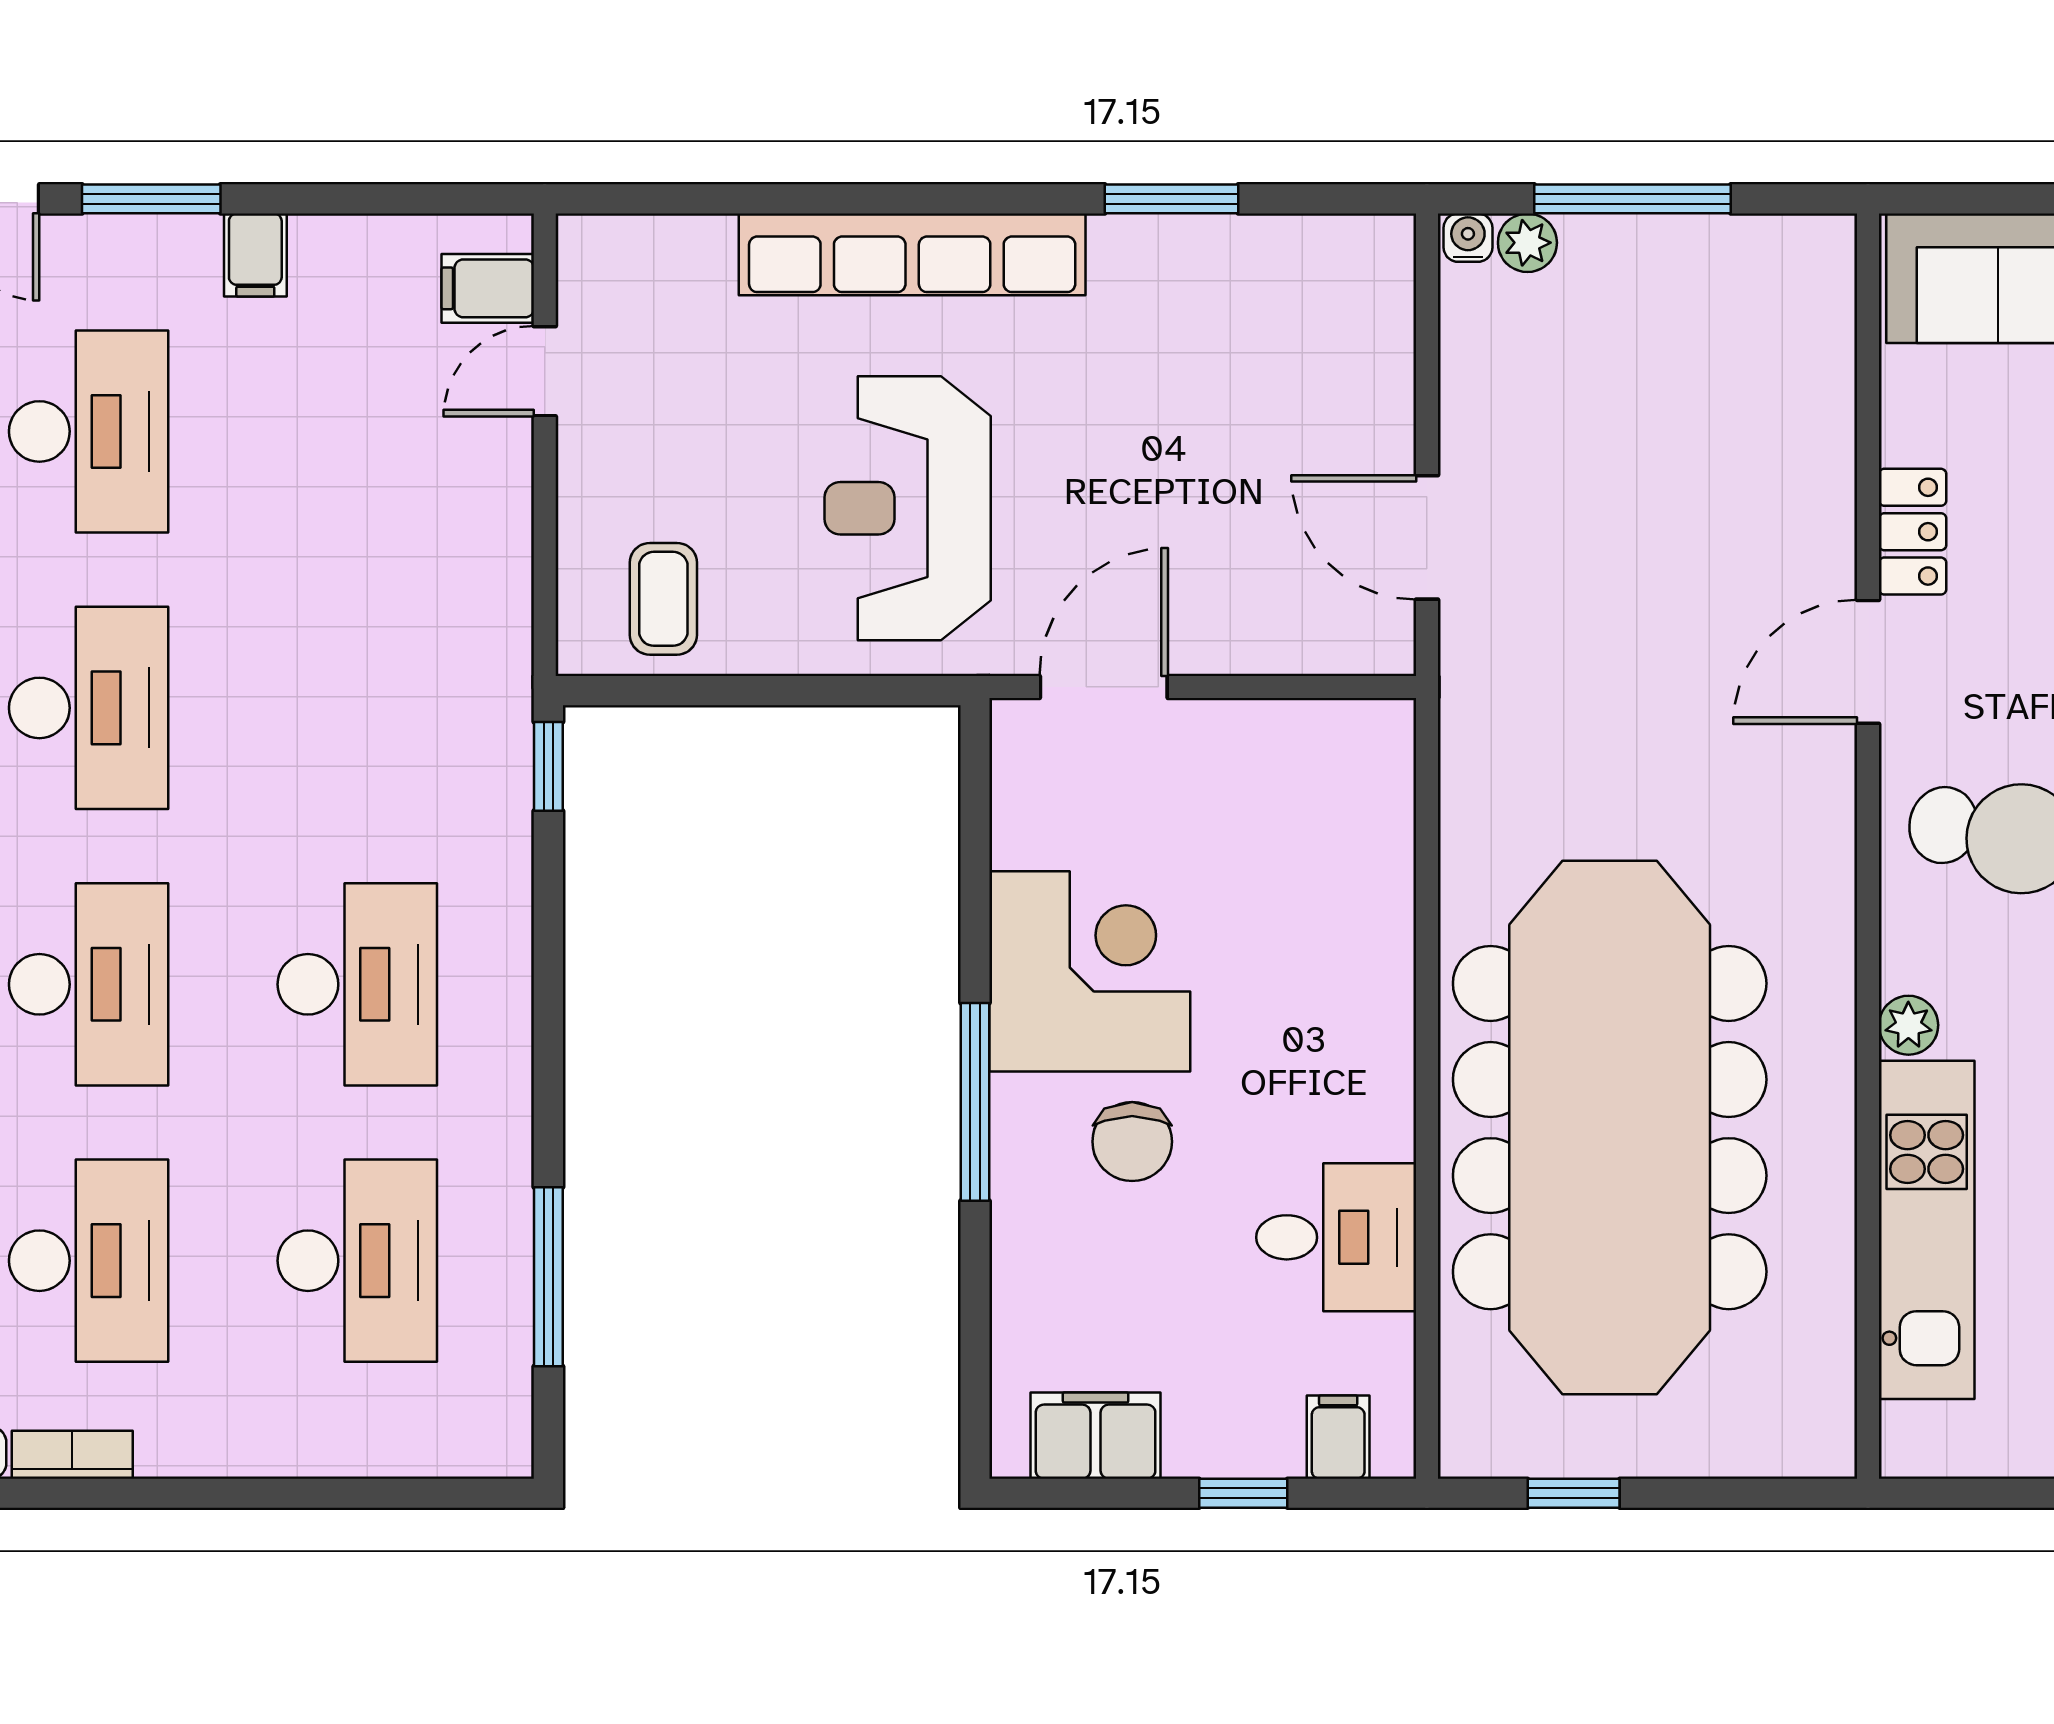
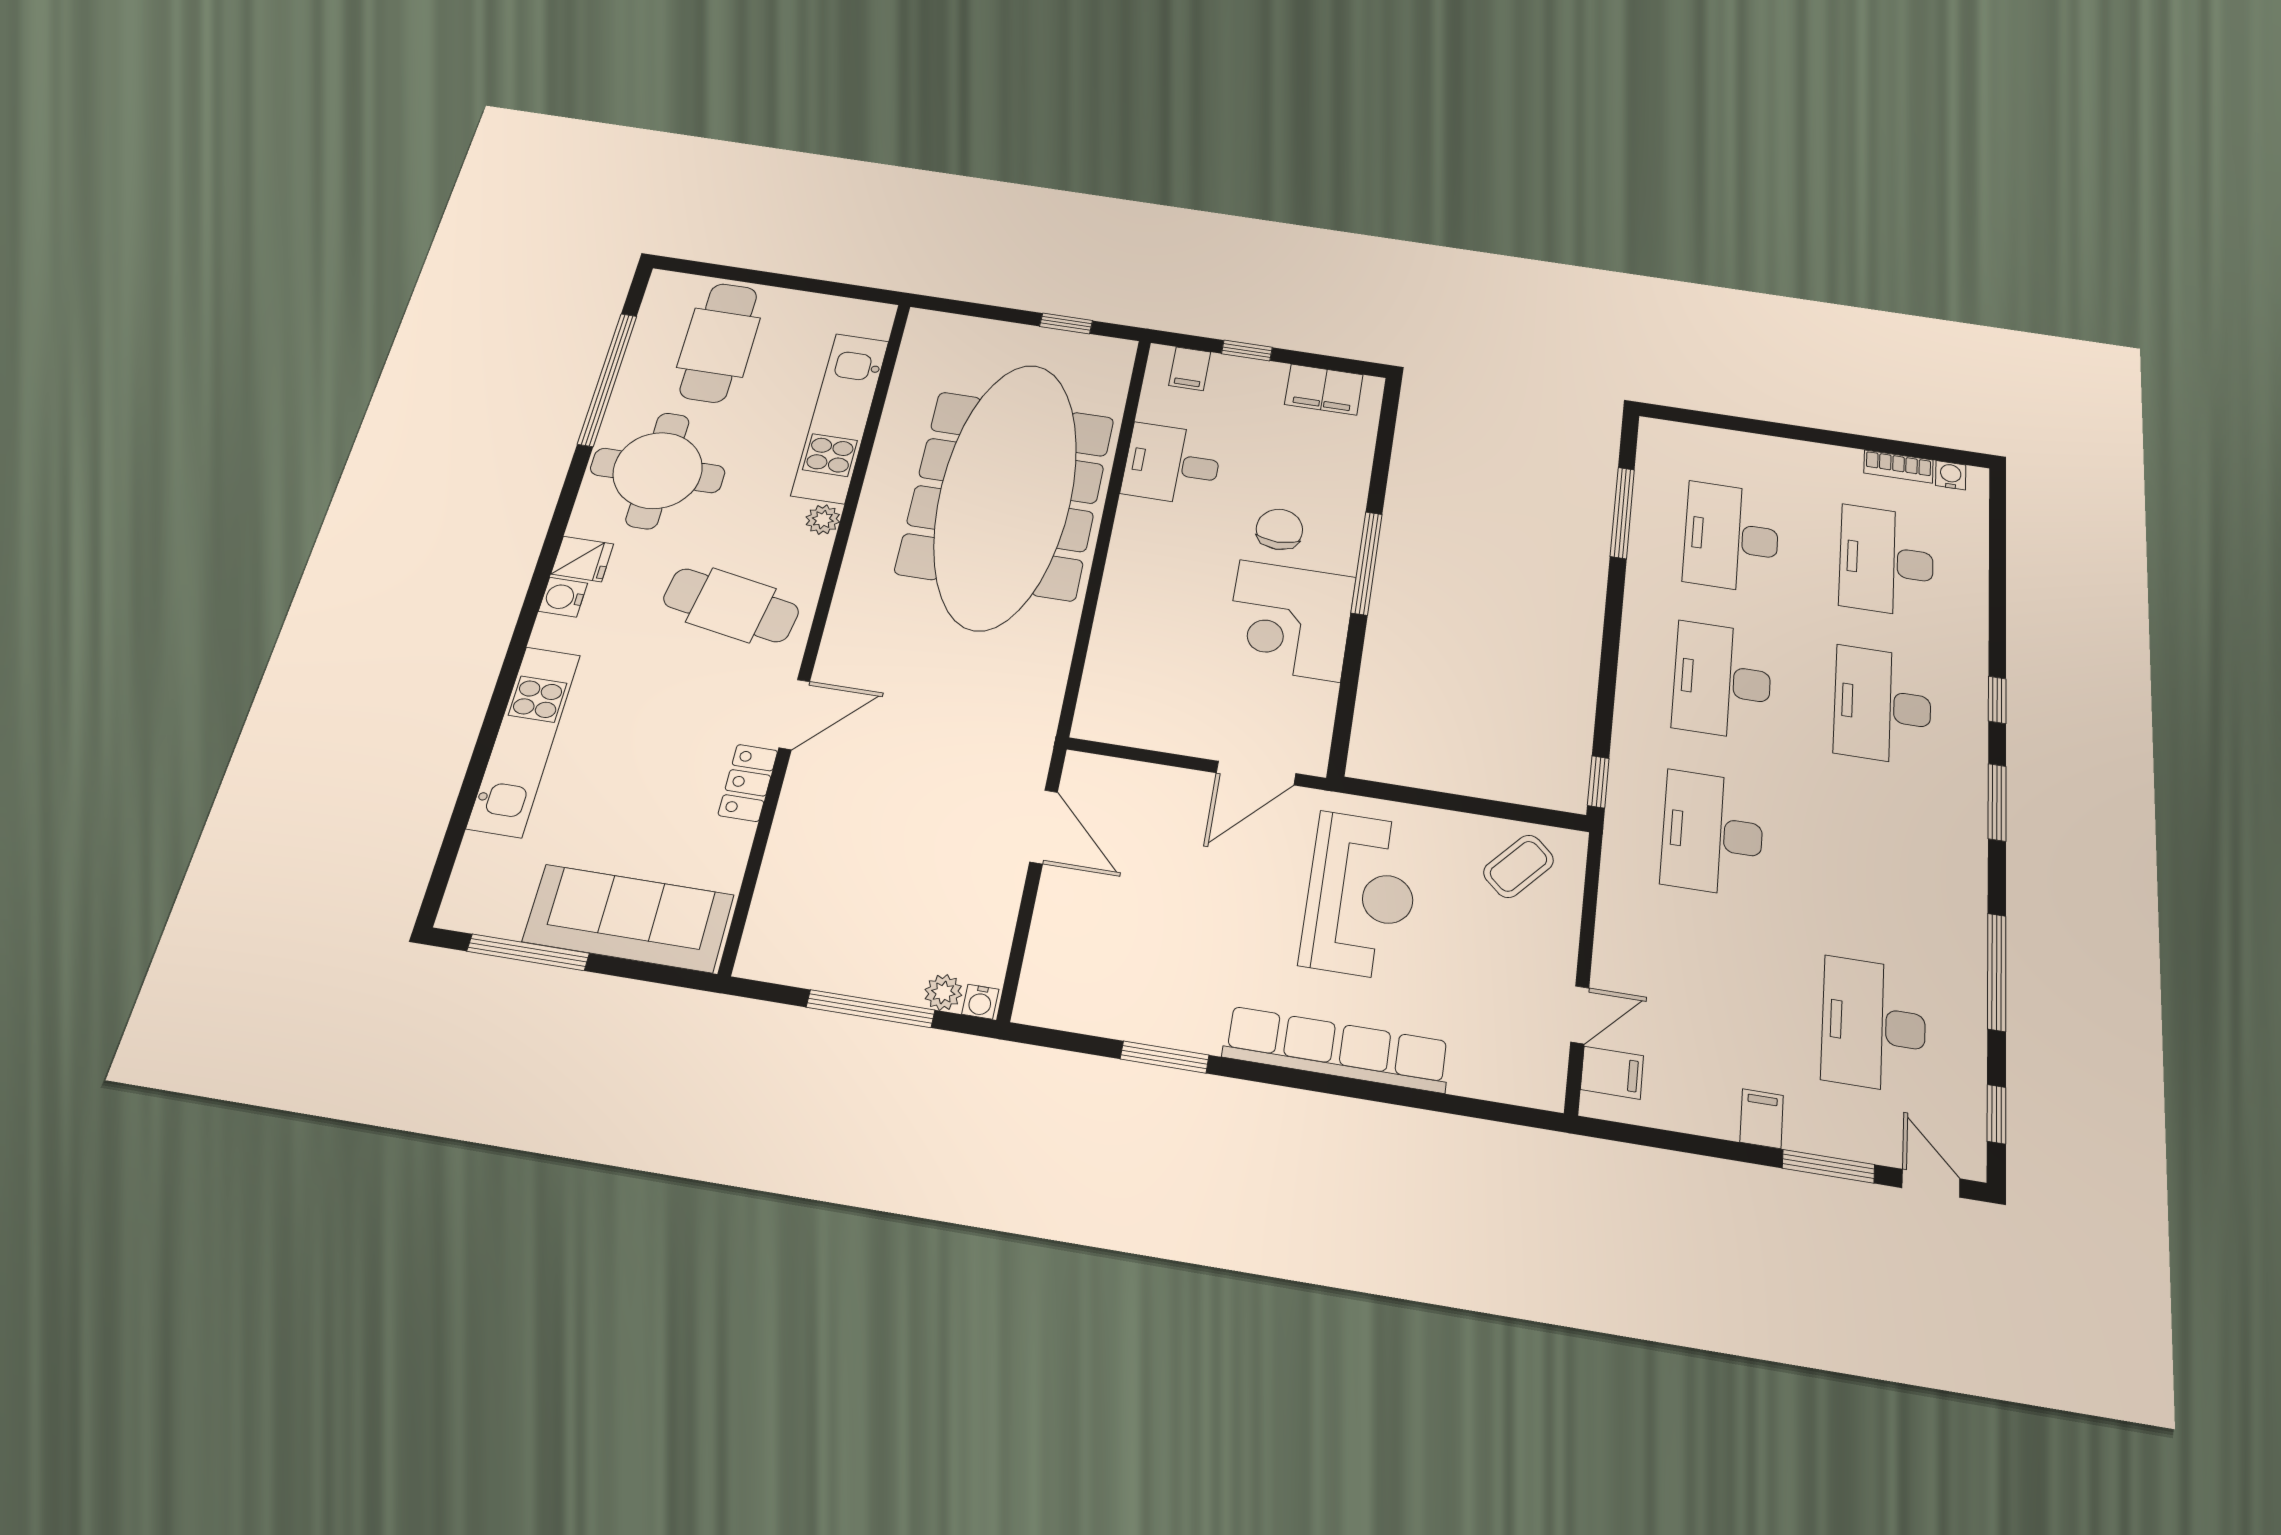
coffee table: (663, 599) -> (1519, 866), turned 42
desk: (89, 708) -> (1713, 833), moved

